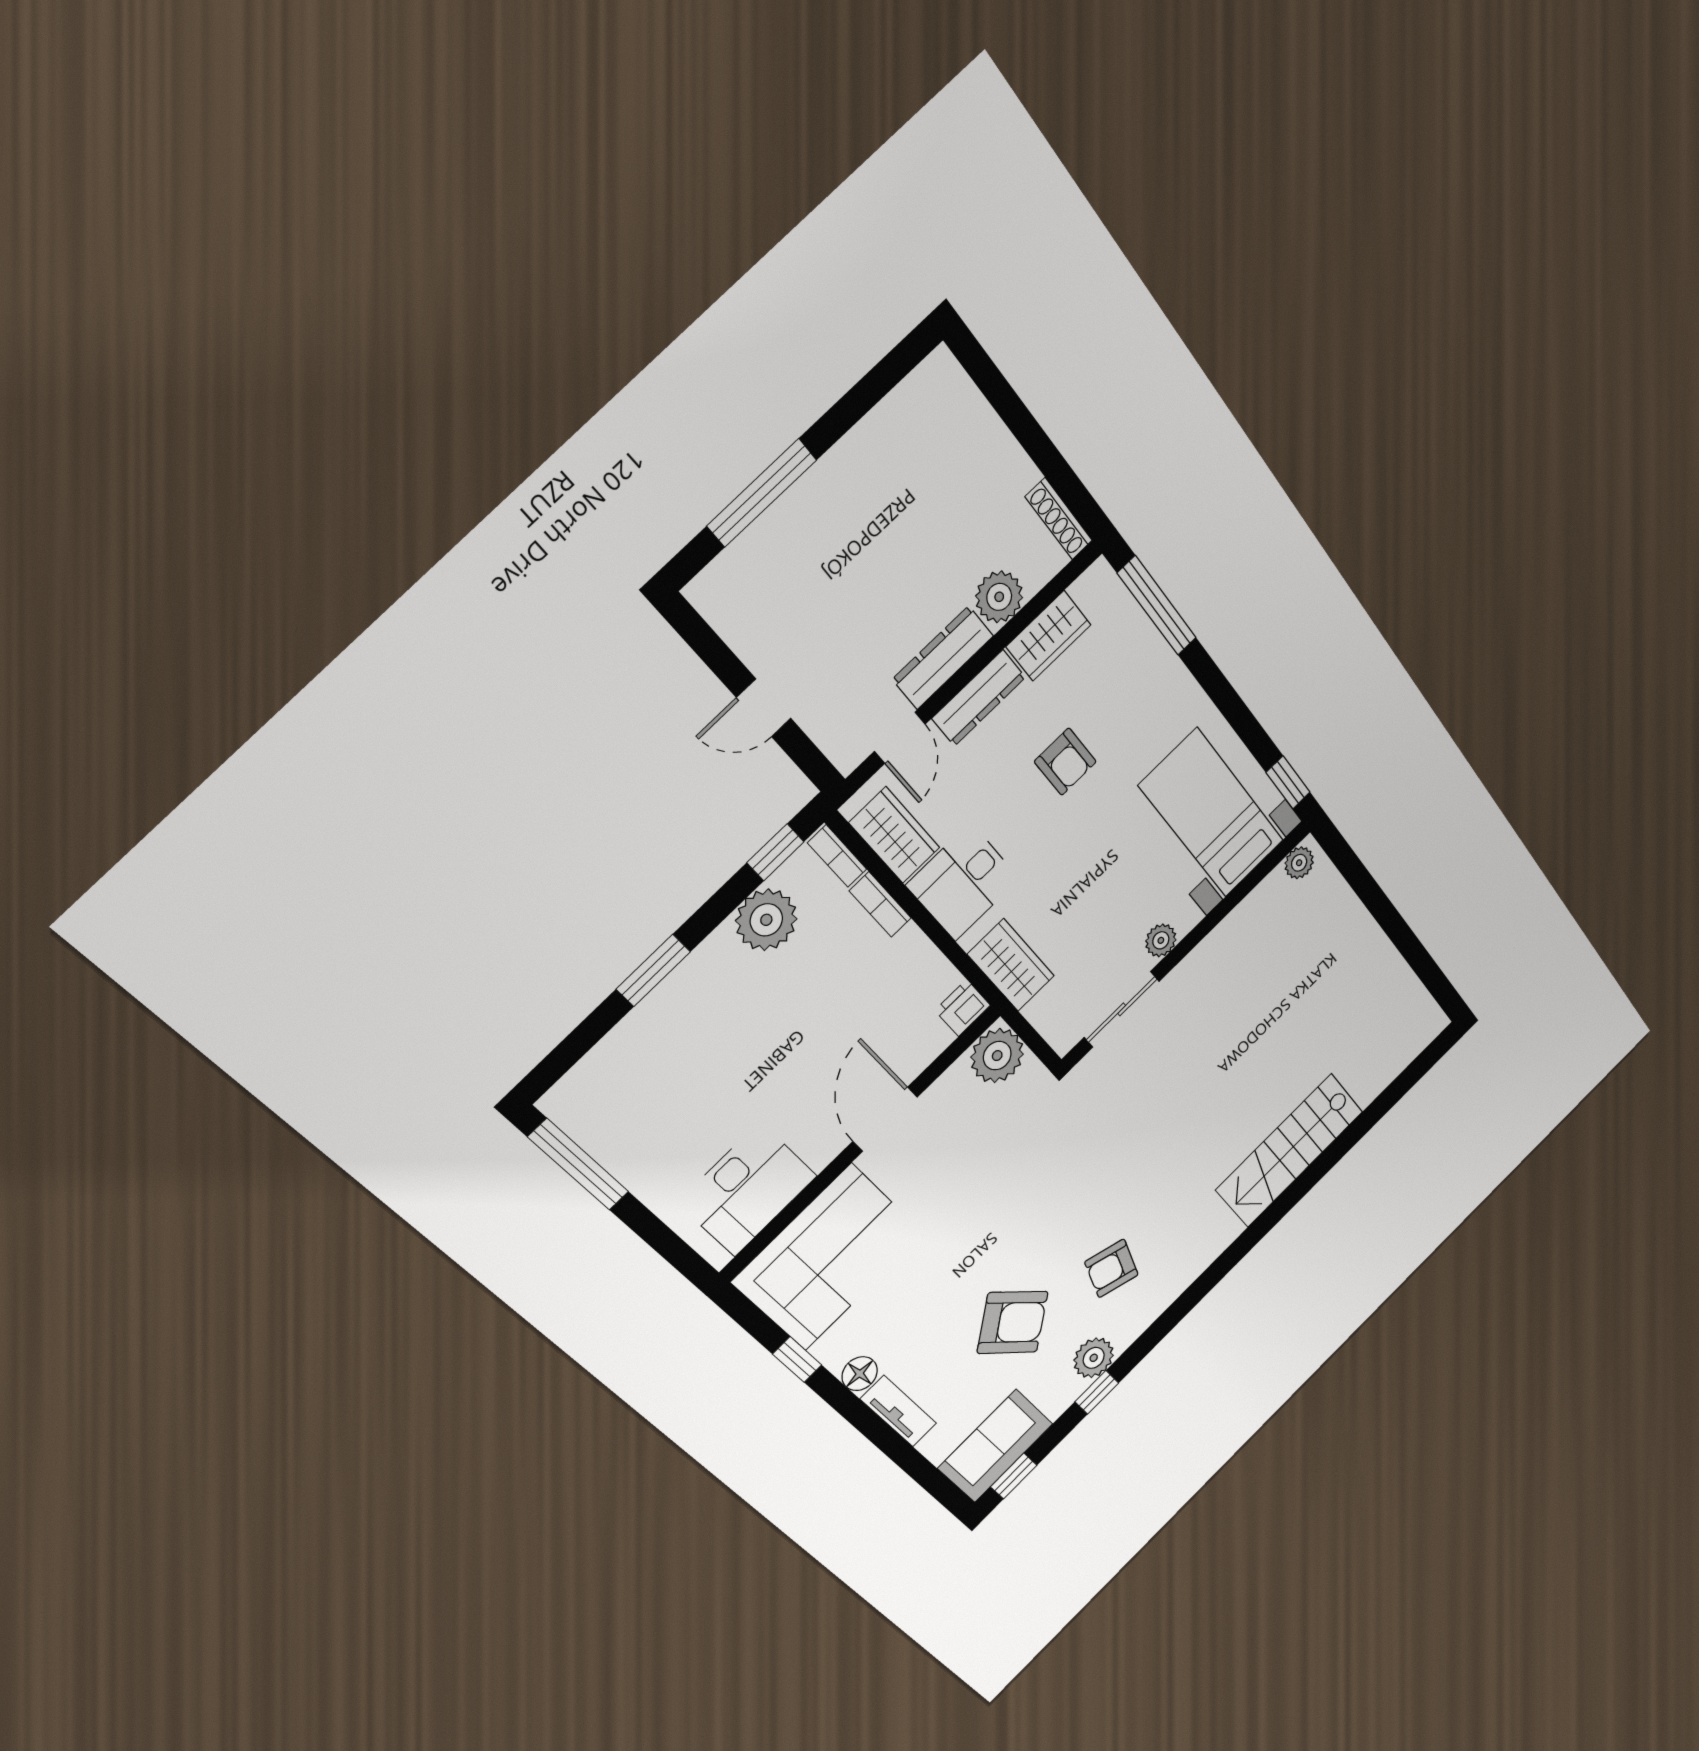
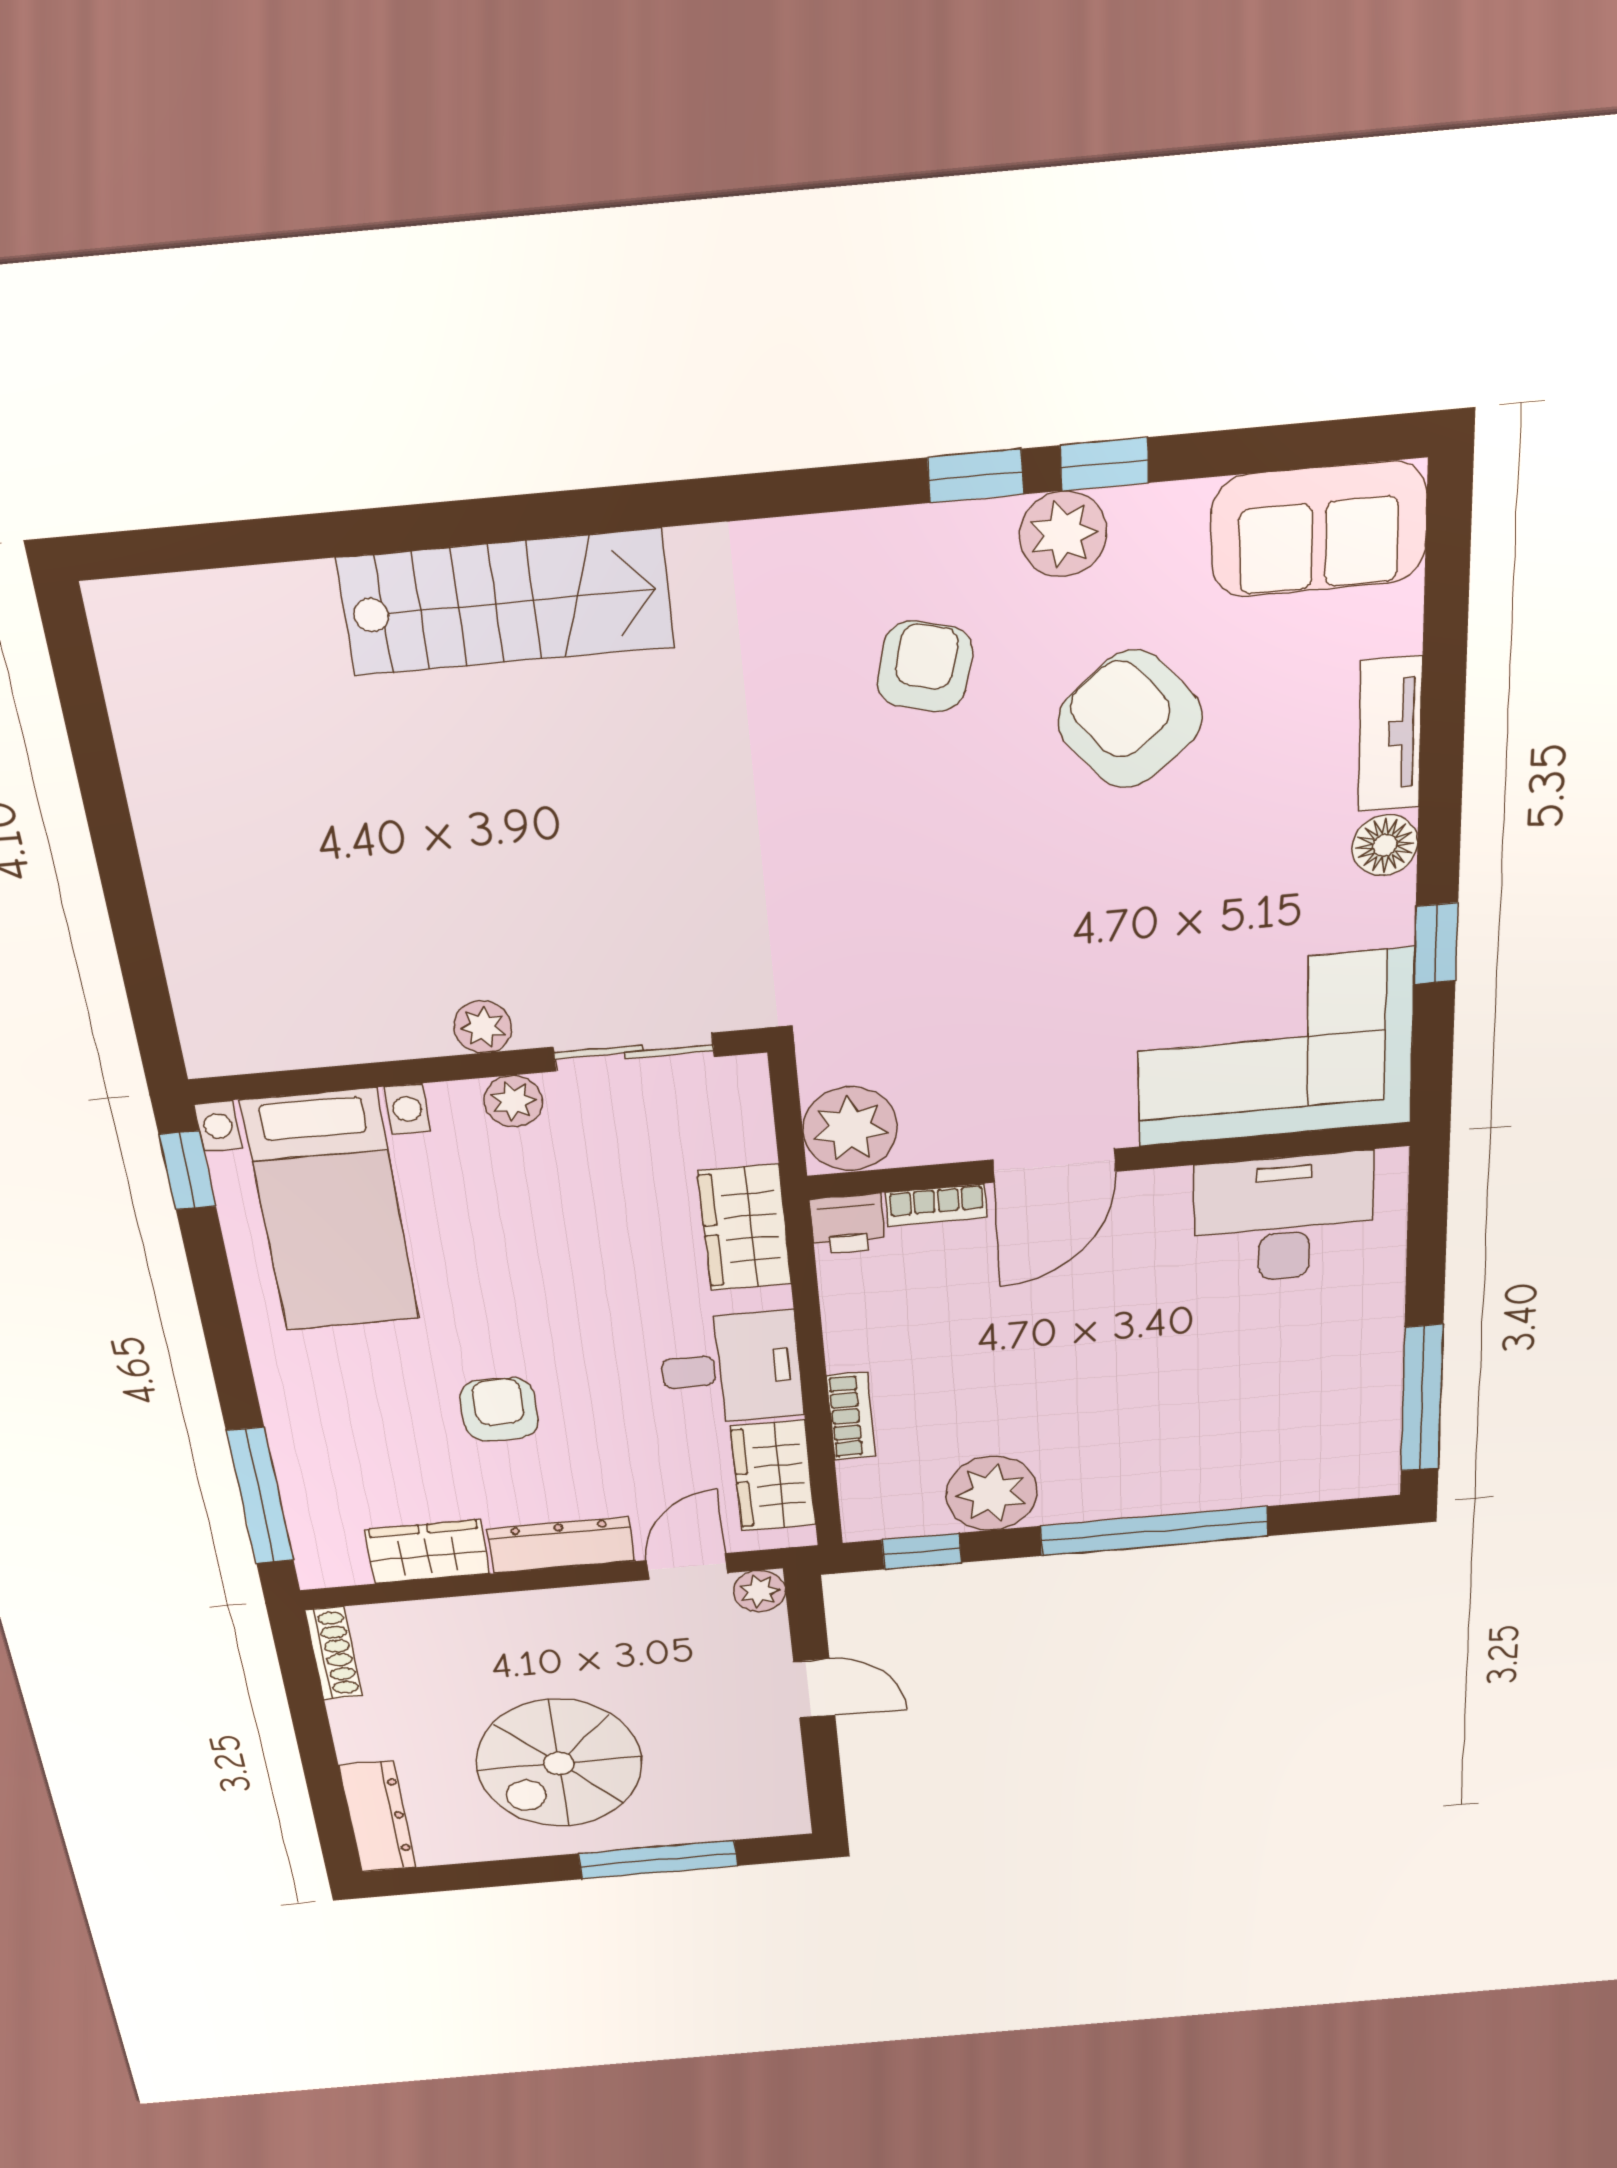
spiral stairs: (877, 530) -> (559, 1763), added
plant: (999, 597) -> (759, 1591), moved, width x0.73, depth x0.73
dresser: (943, 658) -> (378, 1817), moved, turned -90
bookcase: (837, 856) -> (936, 1205), moved, turned 90
plant: (1299, 863) -> (483, 1027), moved
window: (653, 970) -> (1154, 1531), width x2.11
armchair: (1111, 1268) -> (925, 667), turned -94
window: (1014, 1476) -> (975, 476), moved

